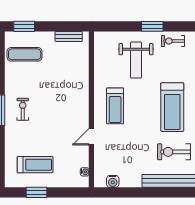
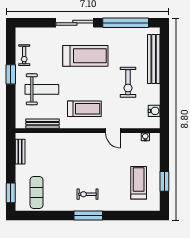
bench: (99, 61) -> (42, 124), added
exercise bike: (174, 152) -> (128, 82), moved

